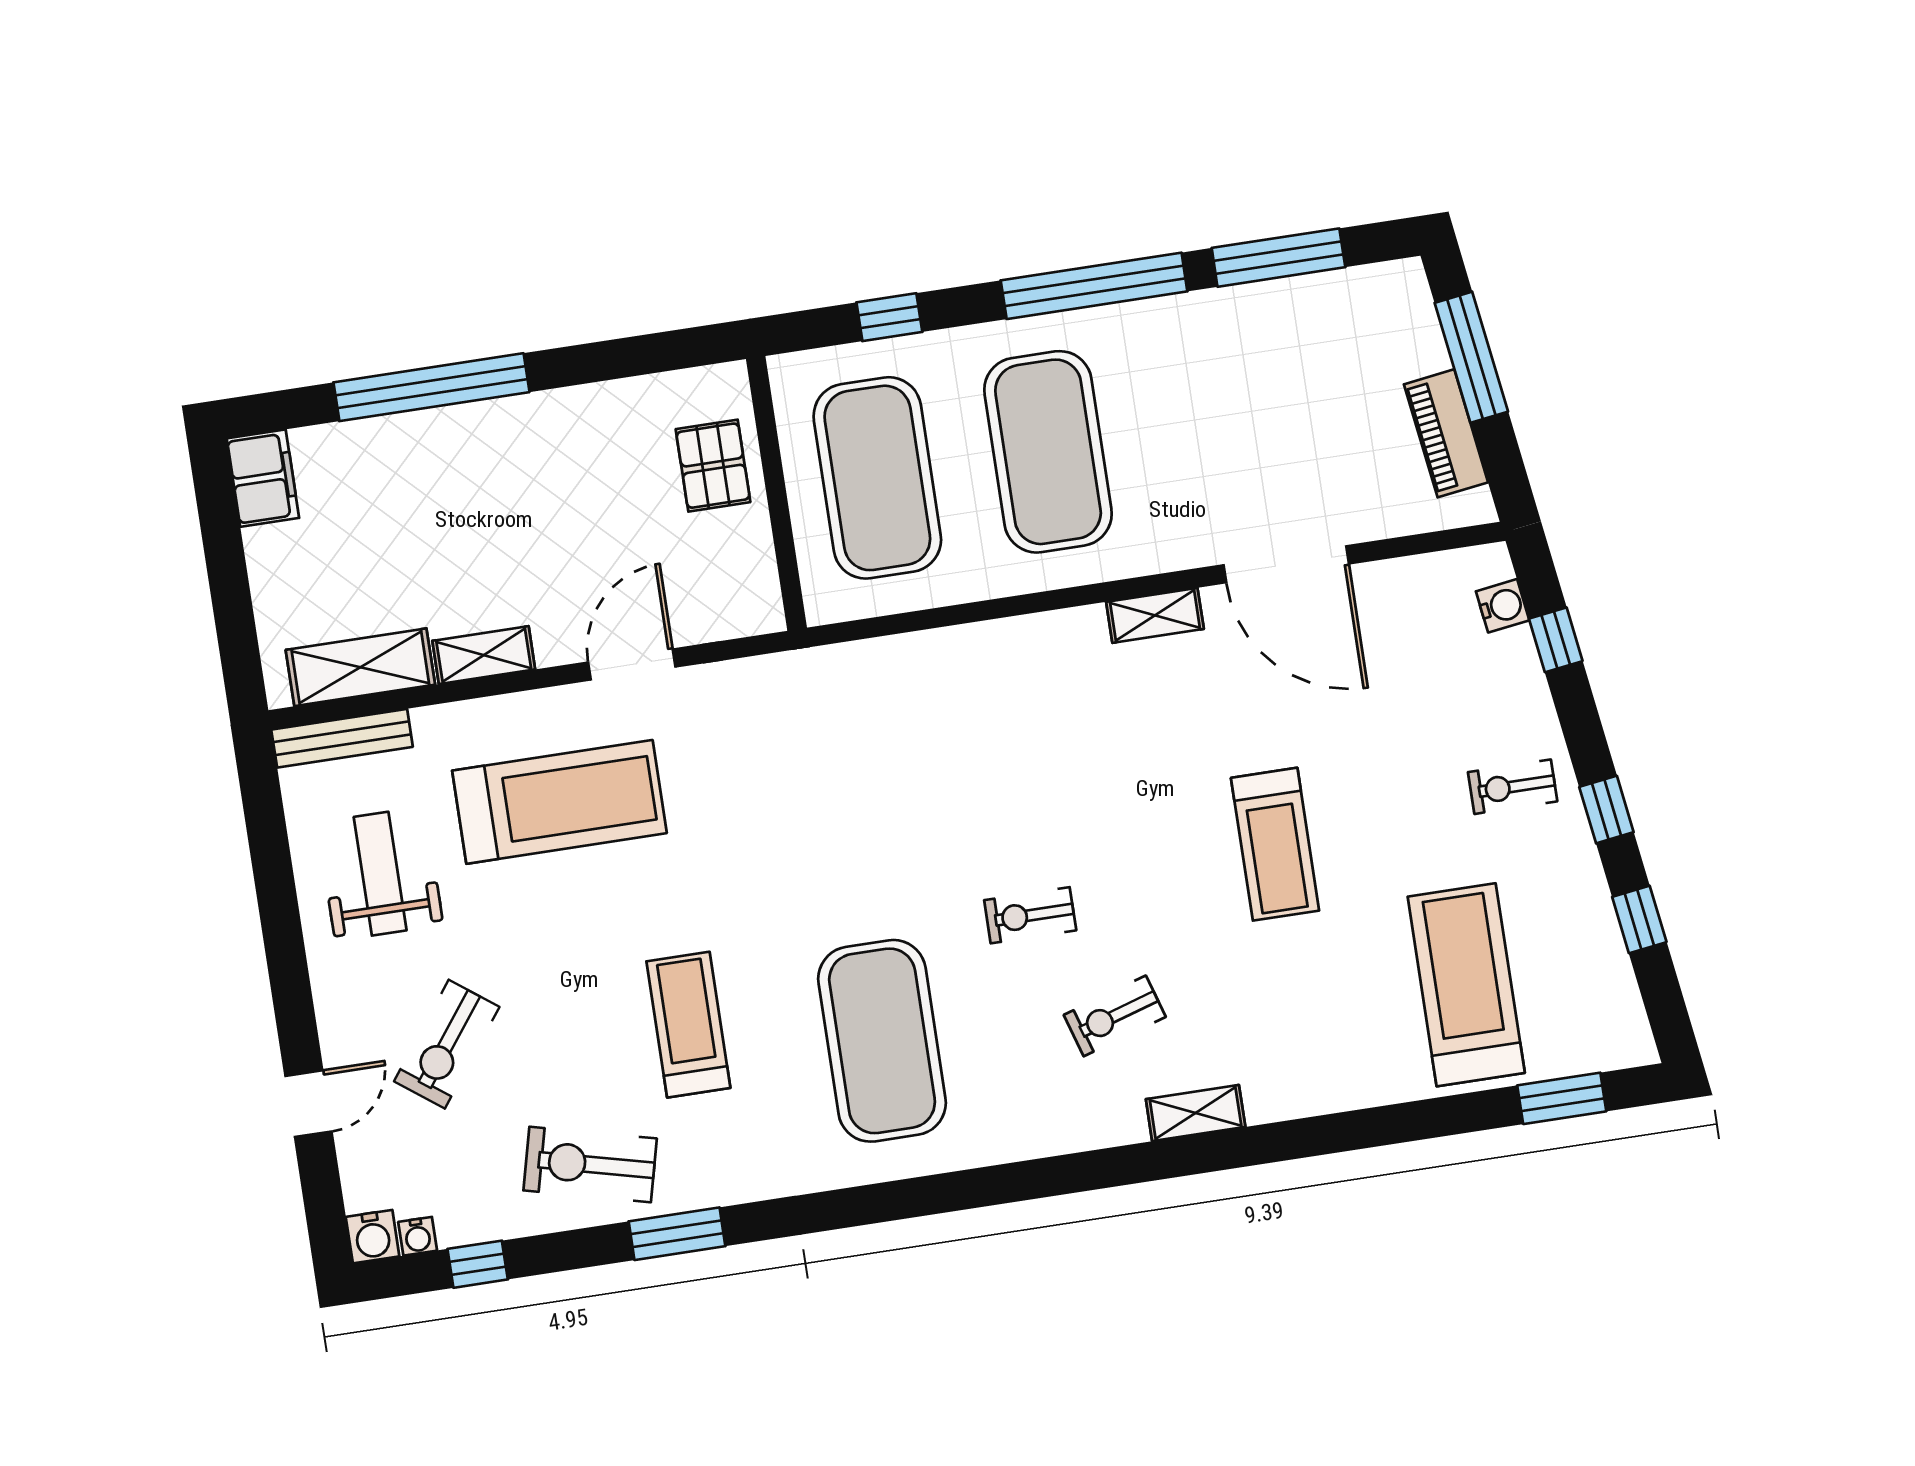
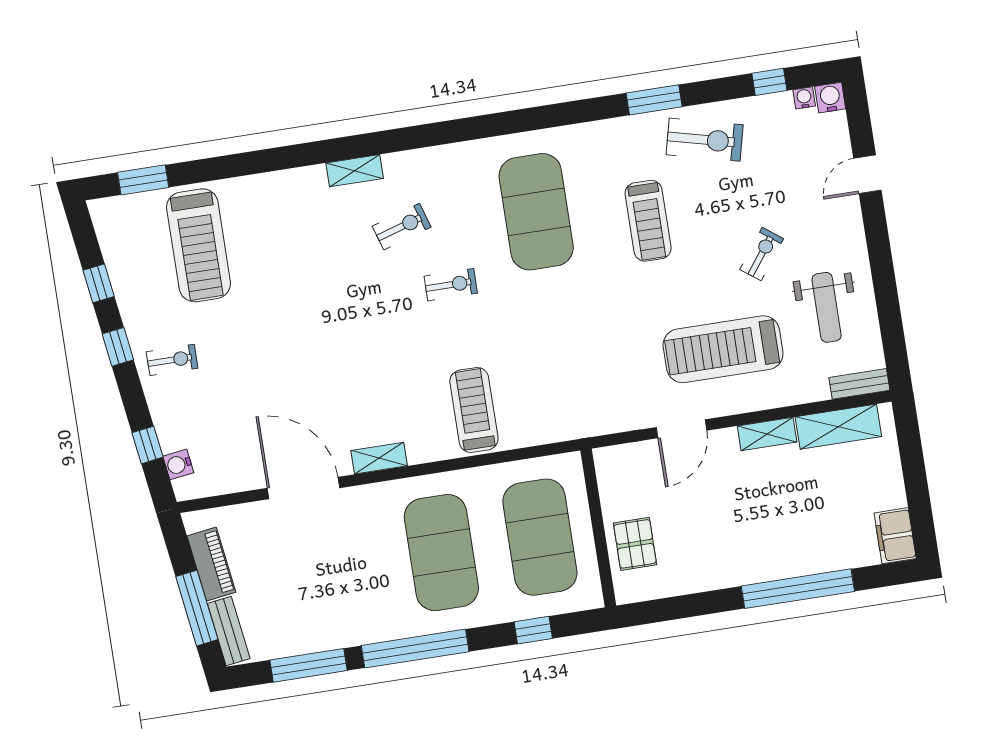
bench: (1416, 317) -> (229, 631), added
bench: (342, 738) -> (859, 384), width x0.73
treadmill: (1275, 844) -> (474, 410), moved
exercise bike: (447, 1044) -> (762, 254), moved, width x0.73, depth x0.72

